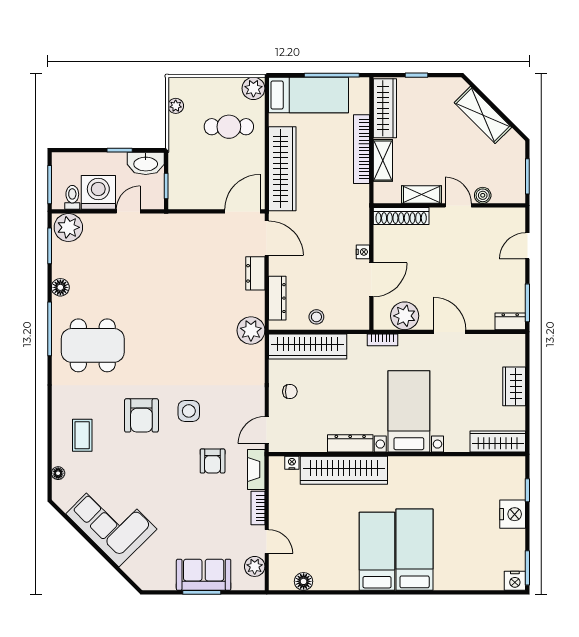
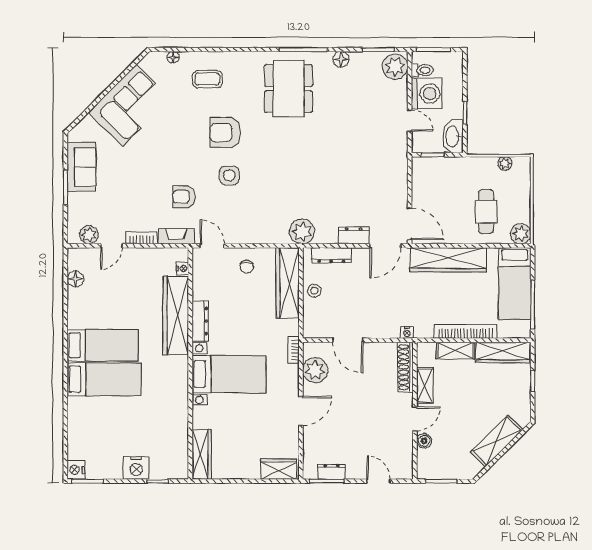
nightstand: (363, 252) -> (407, 333), moved
dresser: (510, 321) -> (332, 472), moved, turned -90
wardrobe: (514, 386) -> (278, 469), moved
sofa: (204, 575) -> (81, 167), moved

